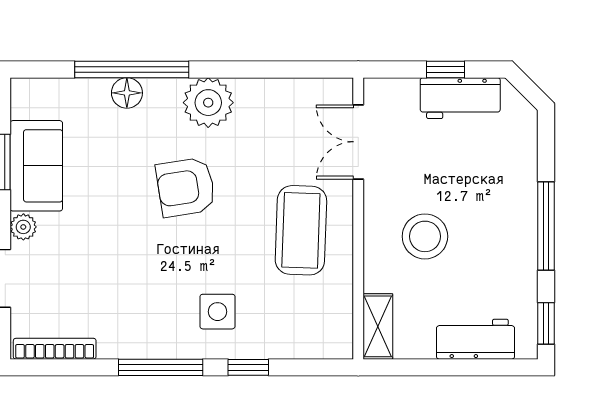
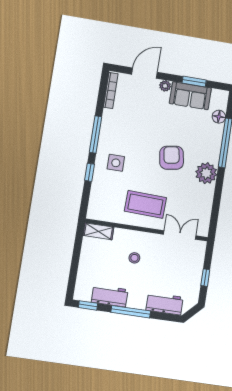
floor lamp: (127, 93) -> (219, 117), moved
workbench: (460, 98) -> (165, 304), moved, turned 90
stool: (425, 236) -> (134, 258), width x0.53, depth x0.53
workbench: (475, 339) -> (110, 296), moved, turned -90

